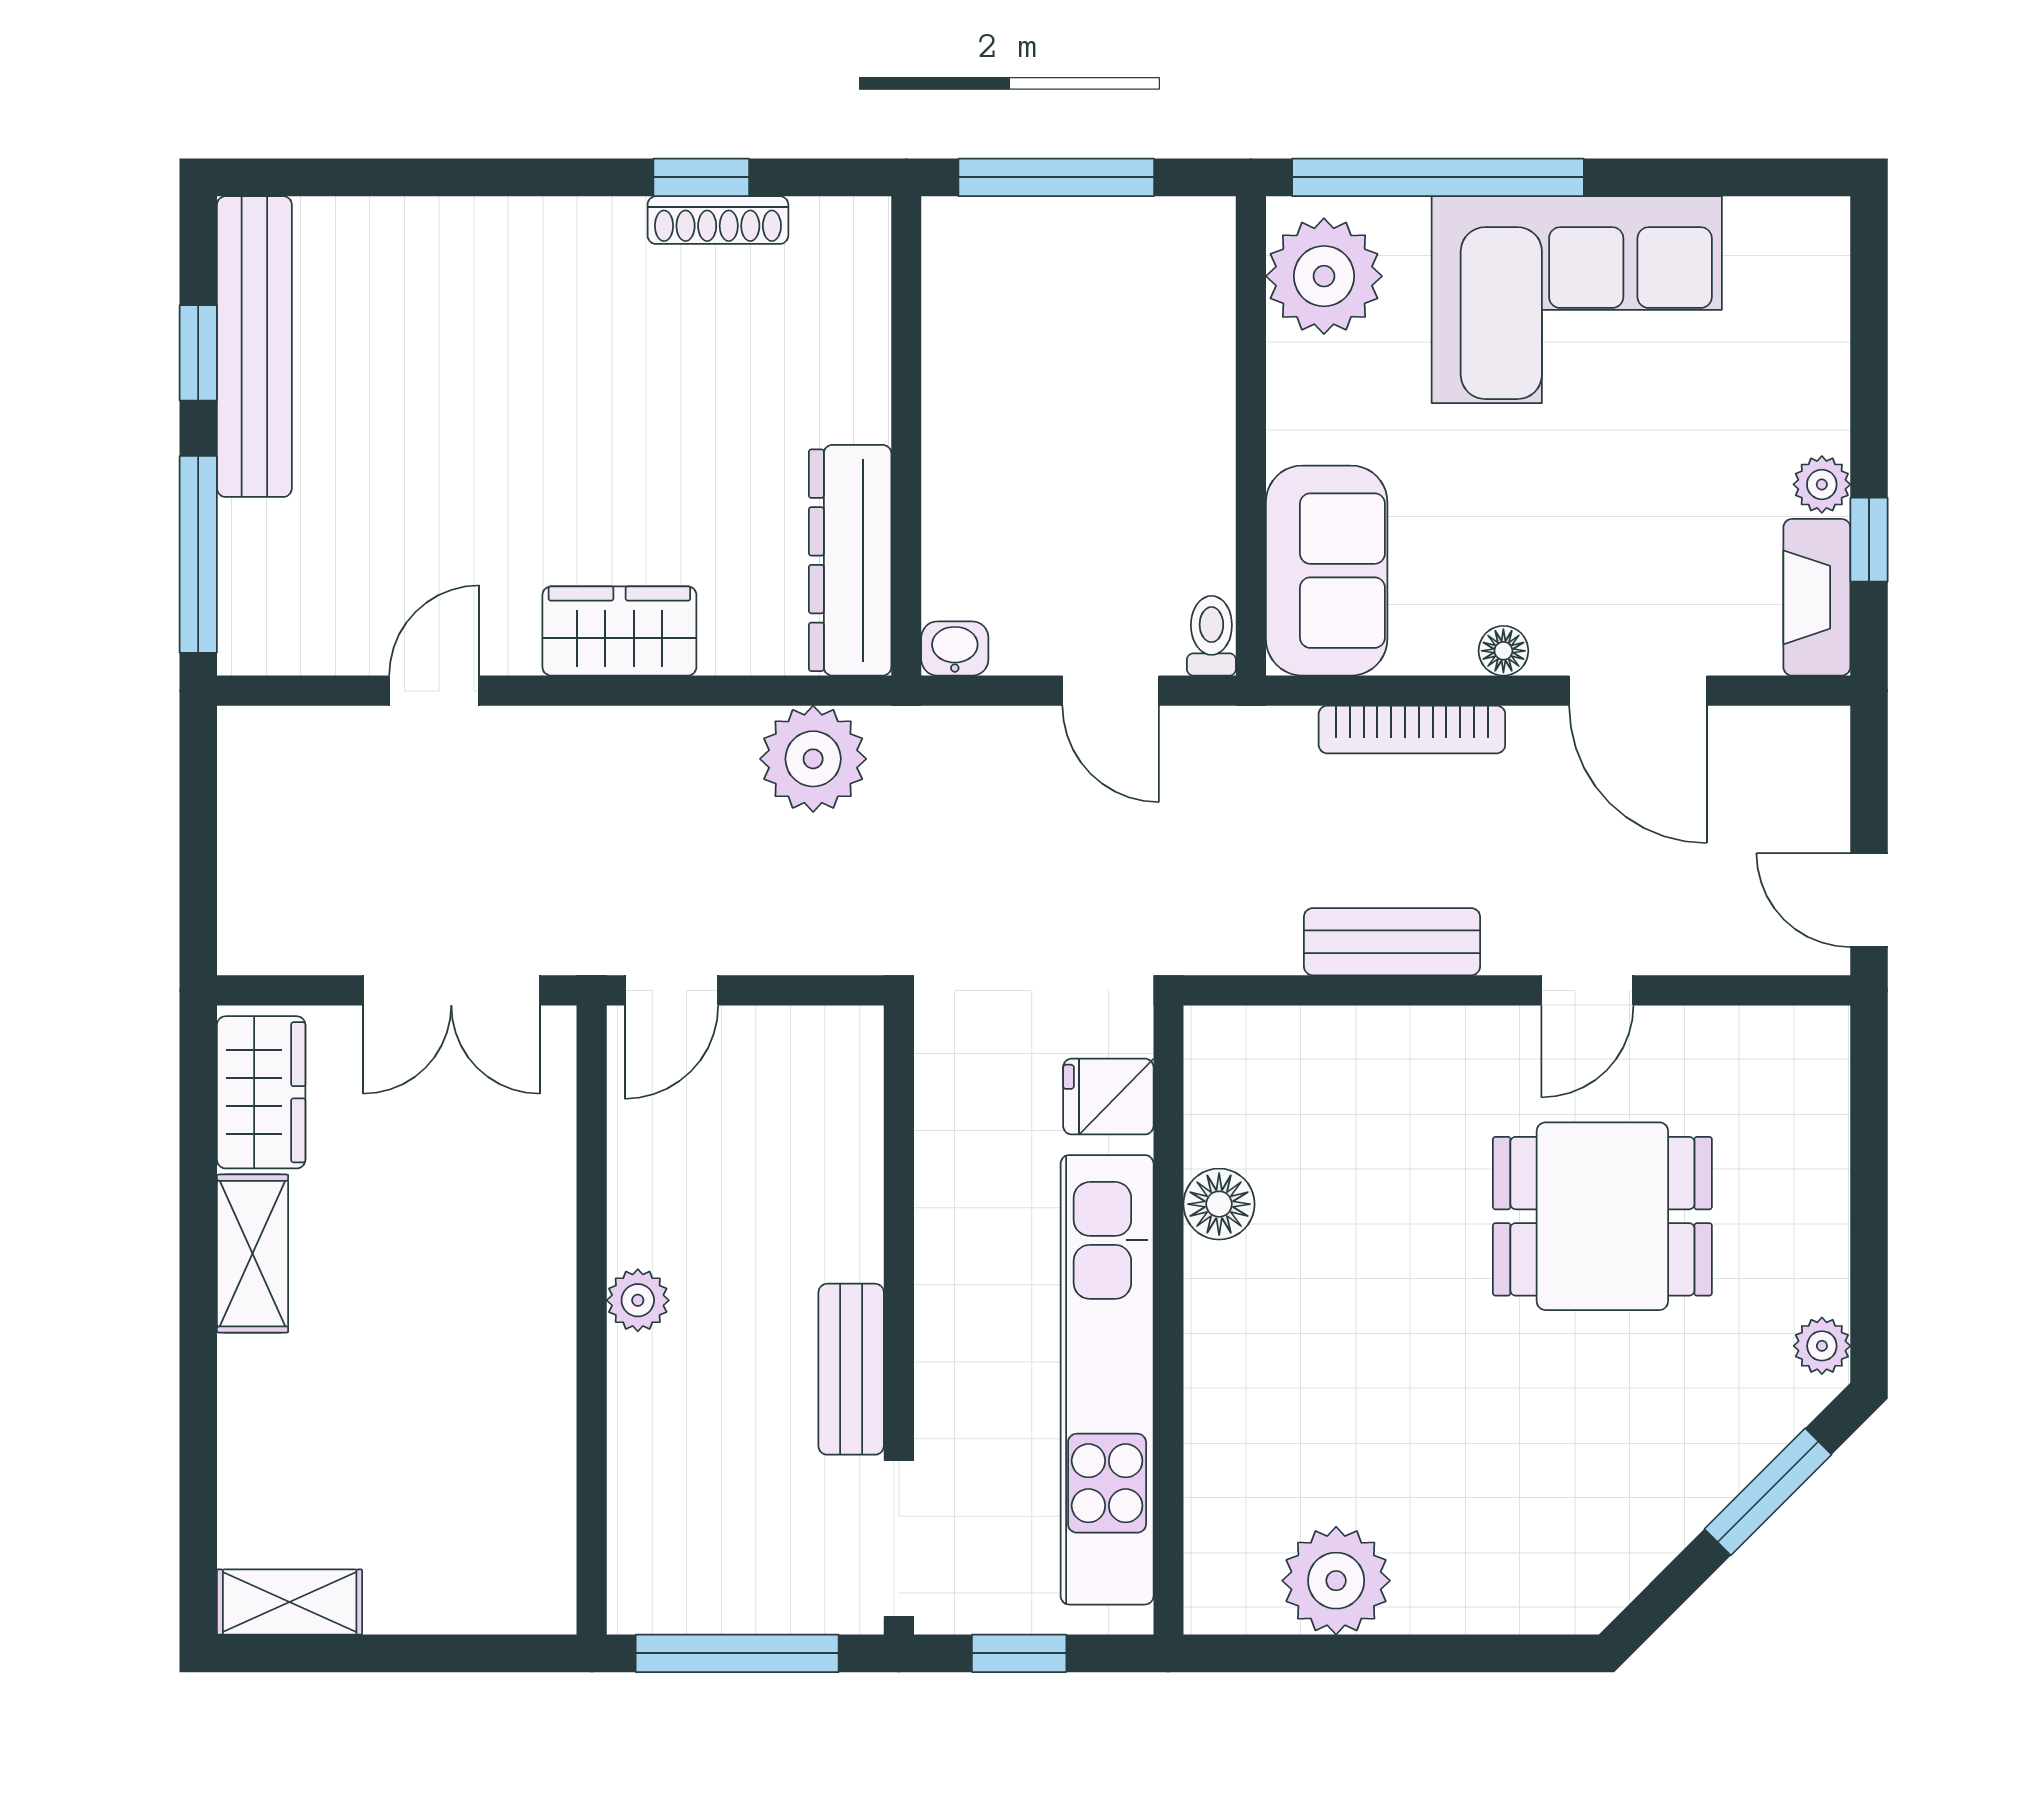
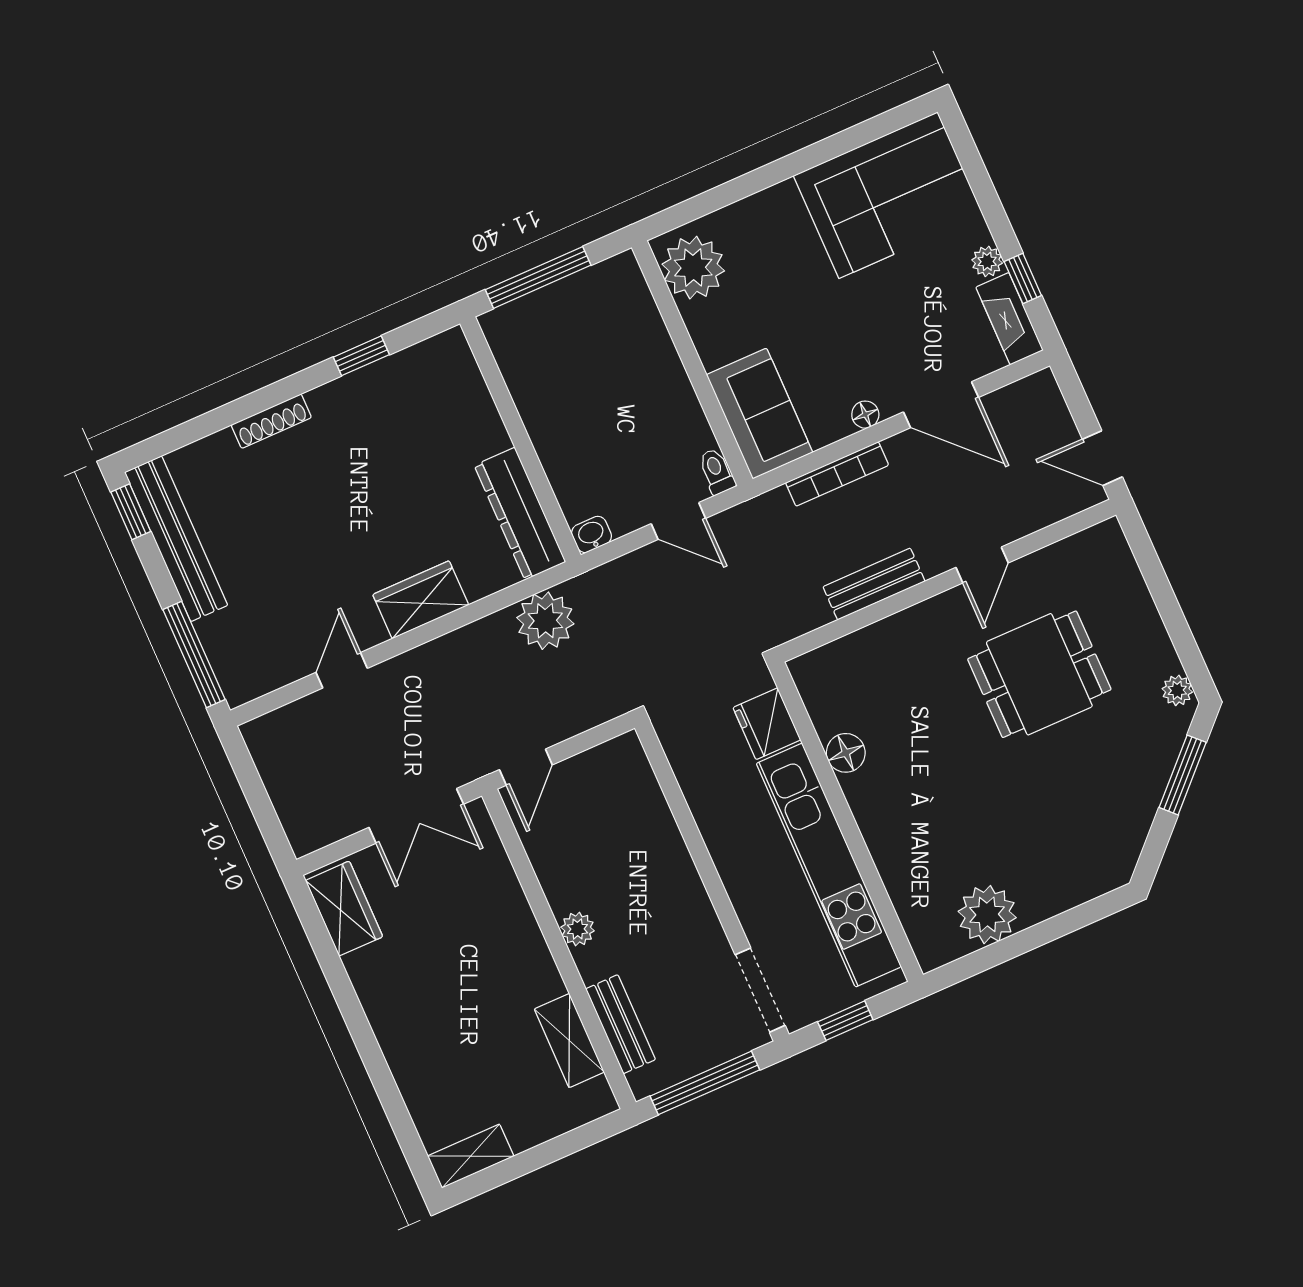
window: (1438, 177) -> (728, 193), removed
shoe rack: (718, 220) -> (271, 421), moved
corner sofa: (1577, 300) -> (888, 195), moved
window: (198, 353) -> (131, 512), moved
fridge: (1108, 1097) -> (767, 724), width x1.38
shelving: (253, 1254) -> (569, 1041), moved
bench: (851, 1369) -> (621, 1024), moved

